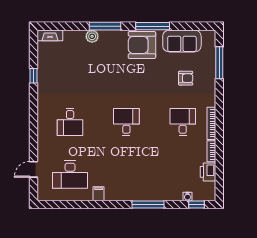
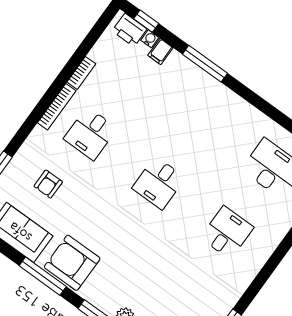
armchair: (142, 45) -> (72, 263), turned 180
armchair: (186, 78) -> (48, 184), turned -90
printer: (208, 172) -> (129, 30), moved, turned 90
filing cabinet: (99, 194) -> (160, 52), moved

